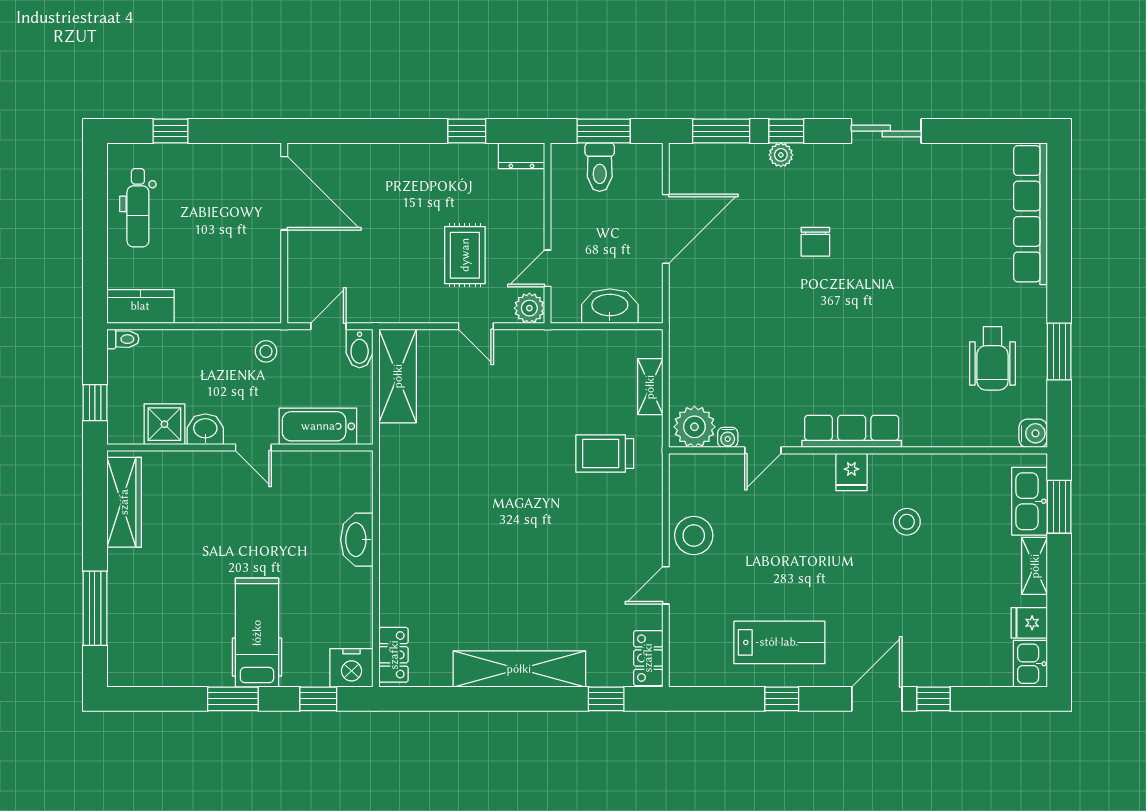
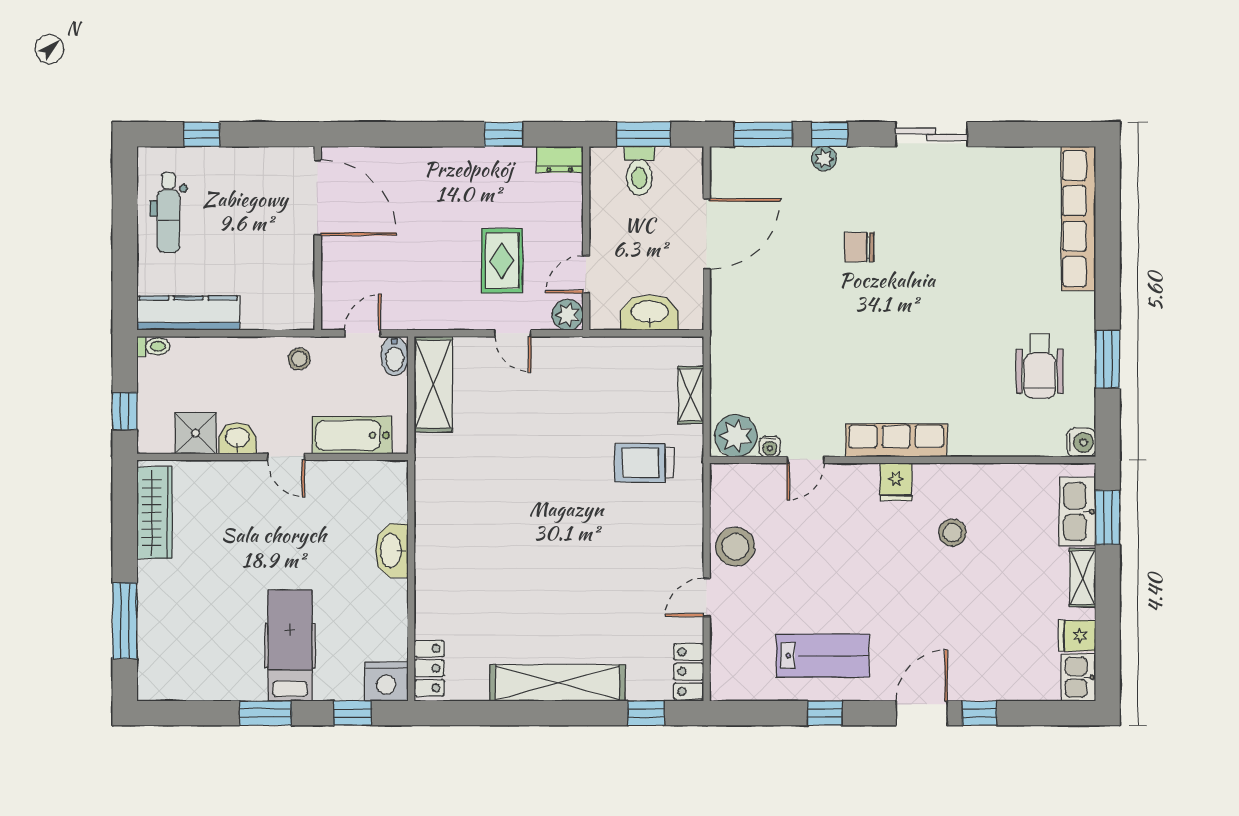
chair: (815, 242) -> (859, 247), turned 90
kitchen counter: (140, 306) -> (188, 313), width x1.50

